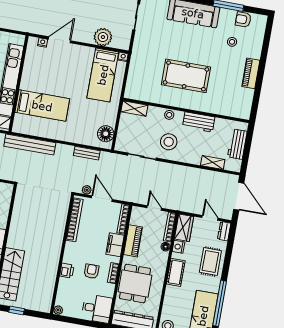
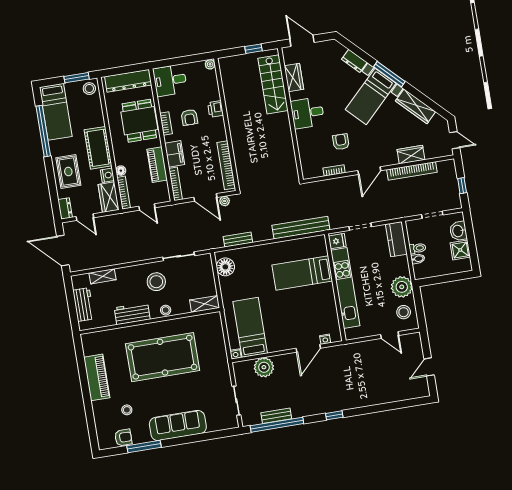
piano: (251, 73) -> (97, 377), width x1.37, depth x1.33
pool table: (186, 76) -> (163, 357), width x1.36, depth x1.32
cot: (176, 272) -> (98, 148), width x1.37, depth x1.34

